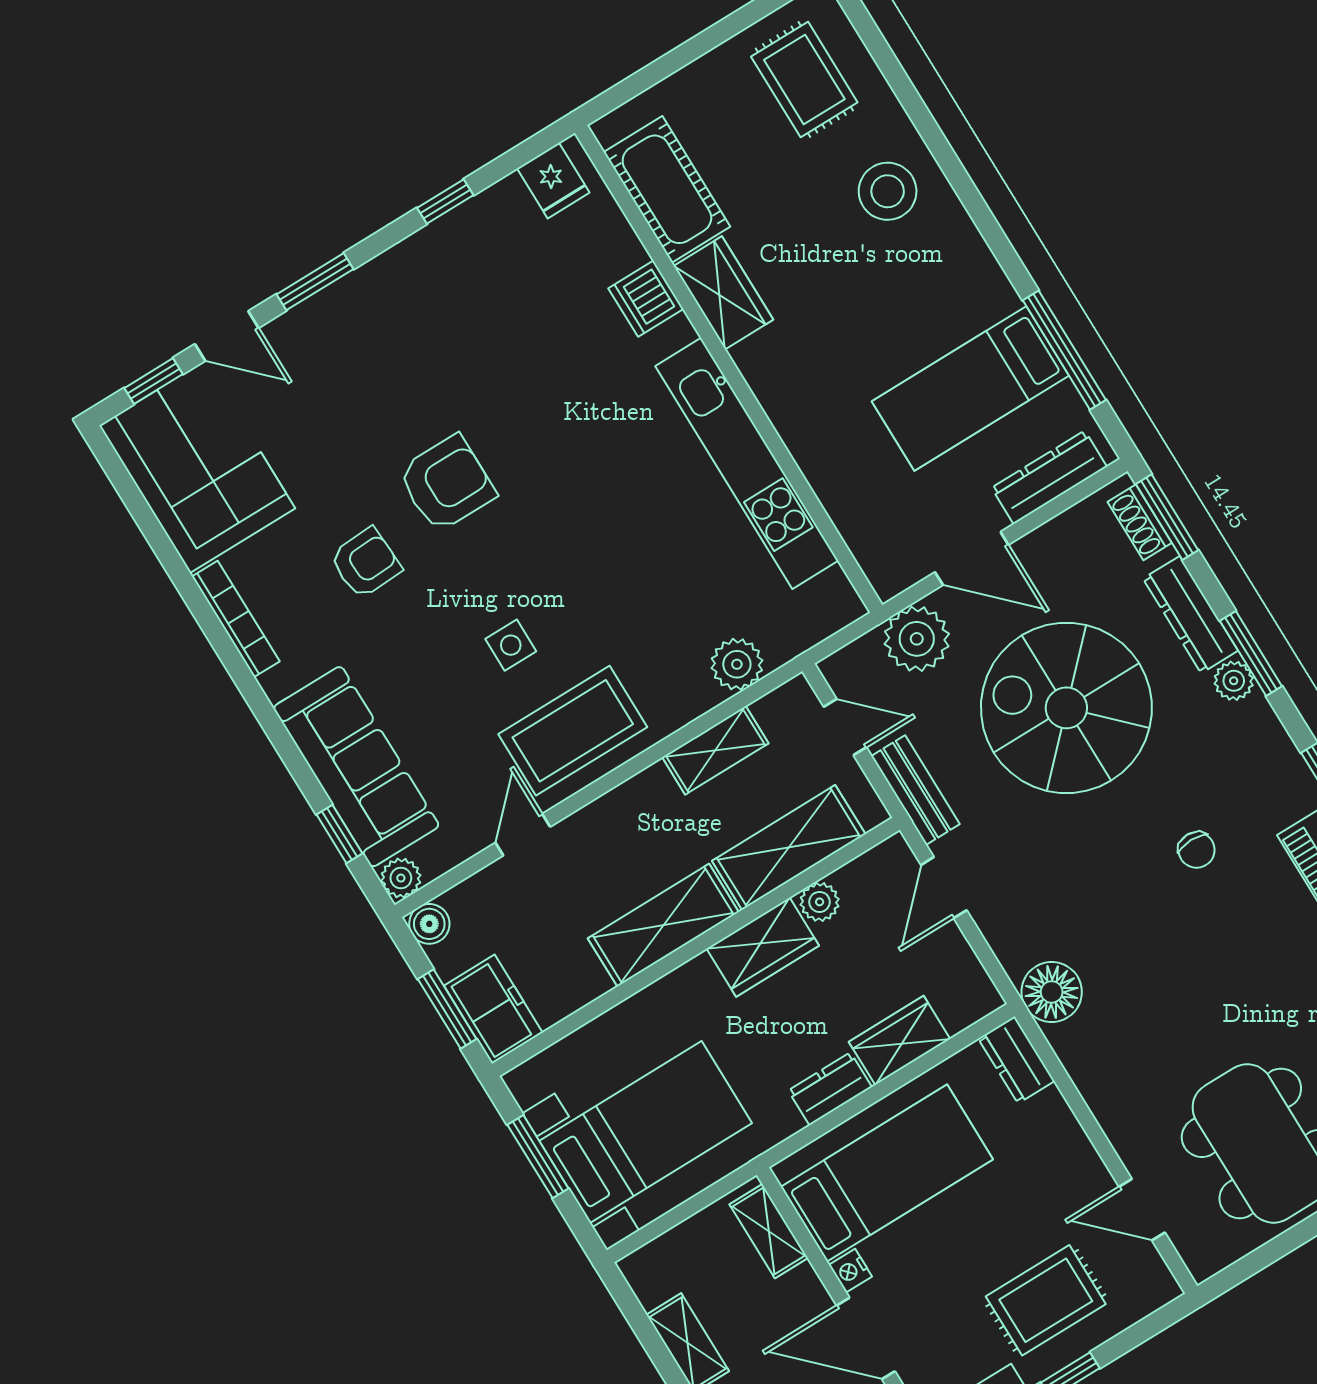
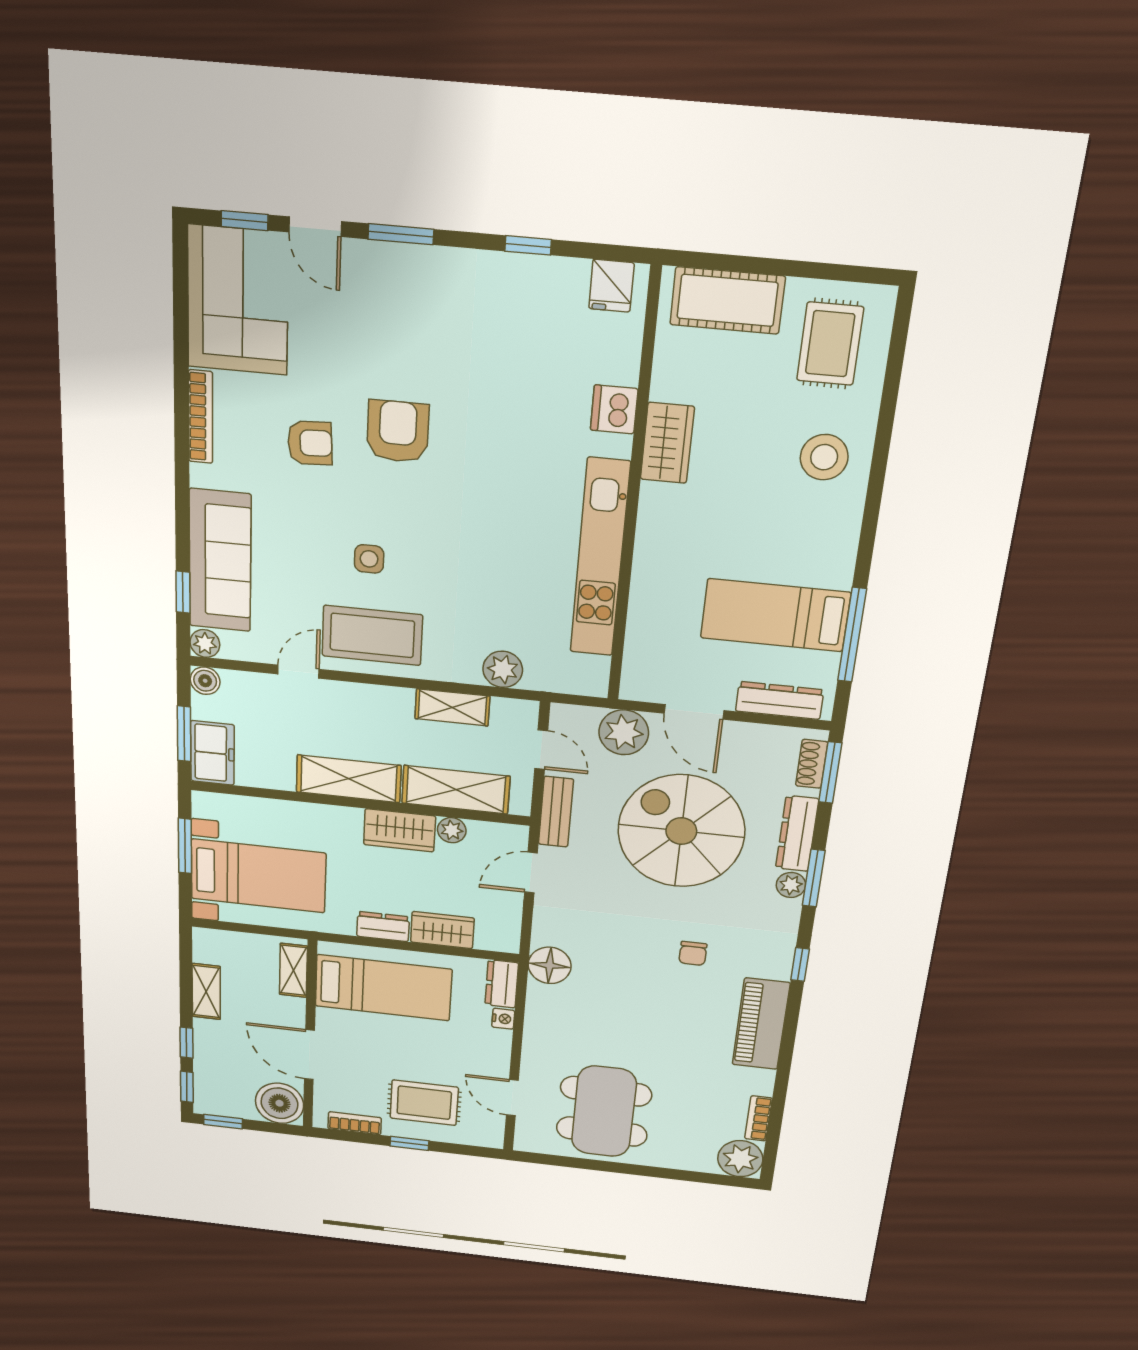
cot: (667, 189) -> (727, 300), moved, turned 90
armchair: (447, 483) -> (398, 431), turned -90
nightstand: (850, 1271) -> (503, 1019), moved, turned 180

